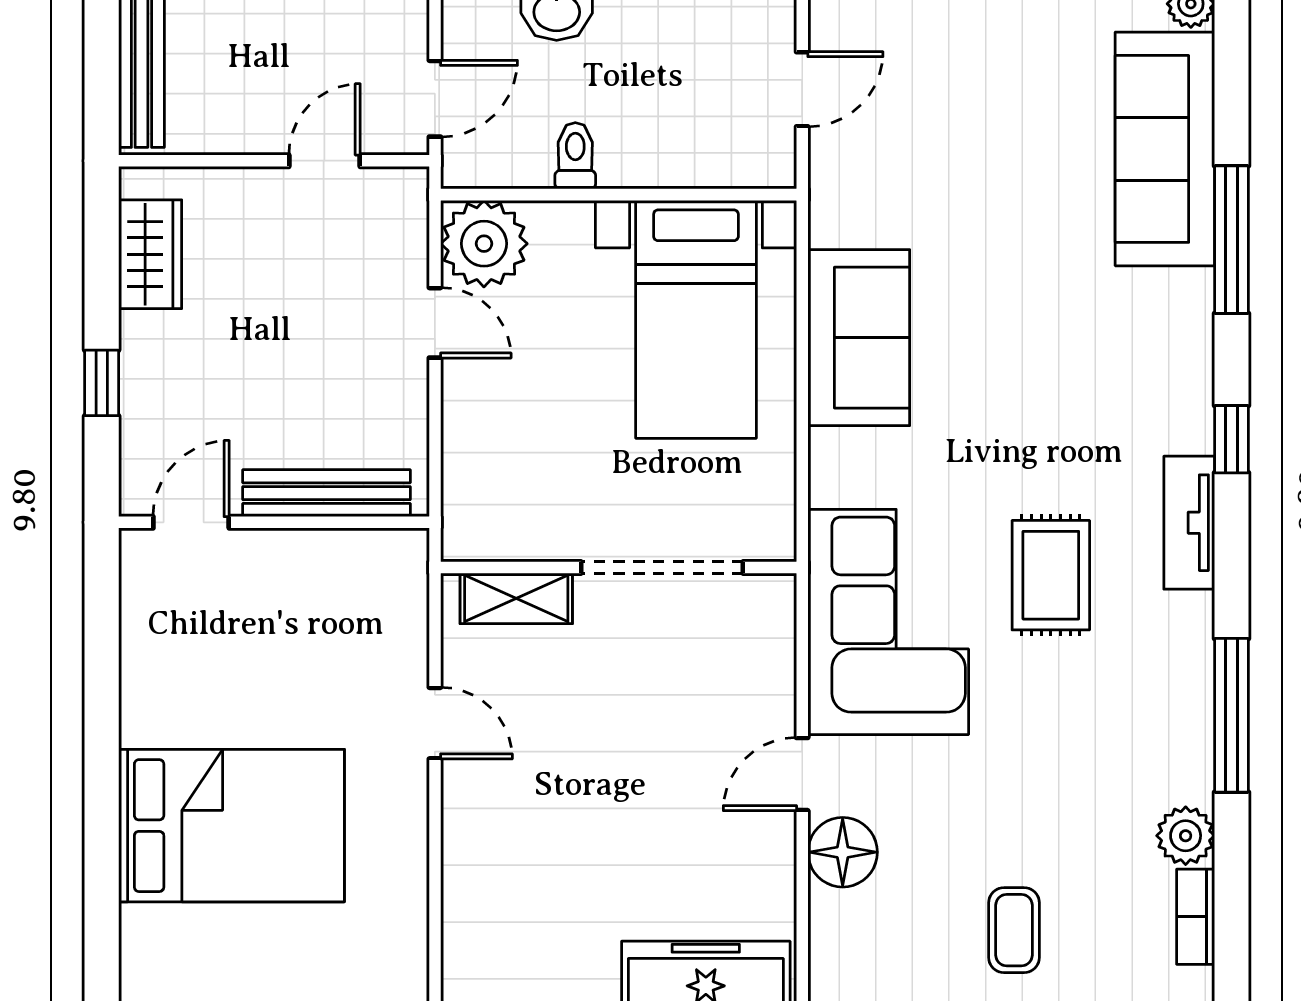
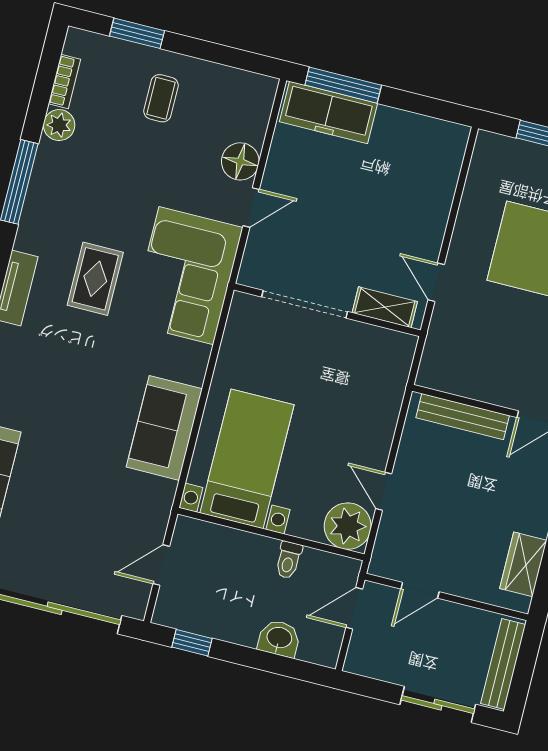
wall: (619, 567) -> (327, 310), moved
doorway: (662, 567) -> (305, 304), moved
shelving: (516, 598) -> (385, 307), moved

